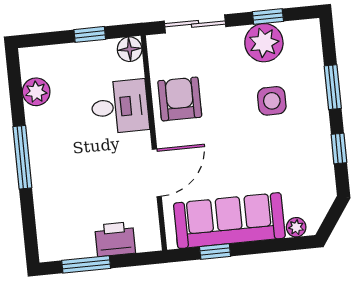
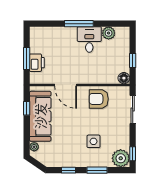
window: (268, 17) -> (133, 154), moved
plant: (264, 43) -> (121, 158), moved
armchair: (180, 99) -> (99, 99), turned 180
desk: (120, 107) -> (89, 40), moved, turned 180
window: (86, 264) -> (27, 58), moved

